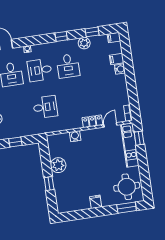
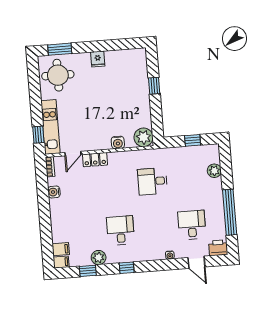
filing cabinet: (117, 59) -> (61, 249), moved
water cooler: (120, 69) -> (54, 192), moved
desk: (40, 70) -> (156, 228), removed
plant: (58, 165) -> (144, 137), moved

